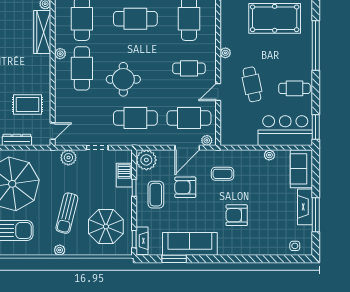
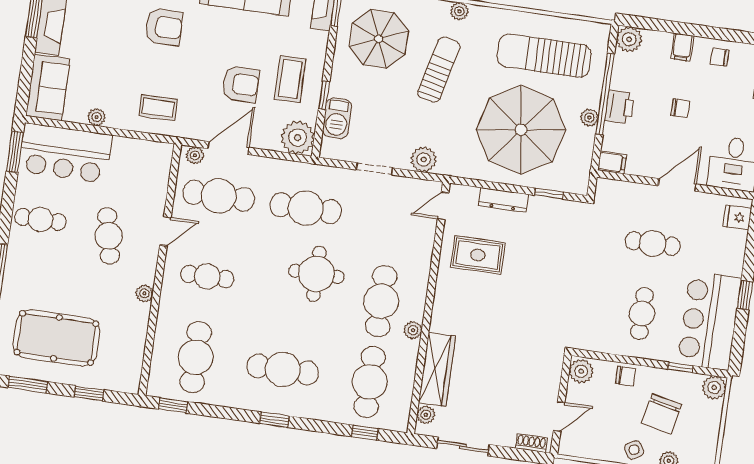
coffee table: (223, 174) -> (158, 108), moved

